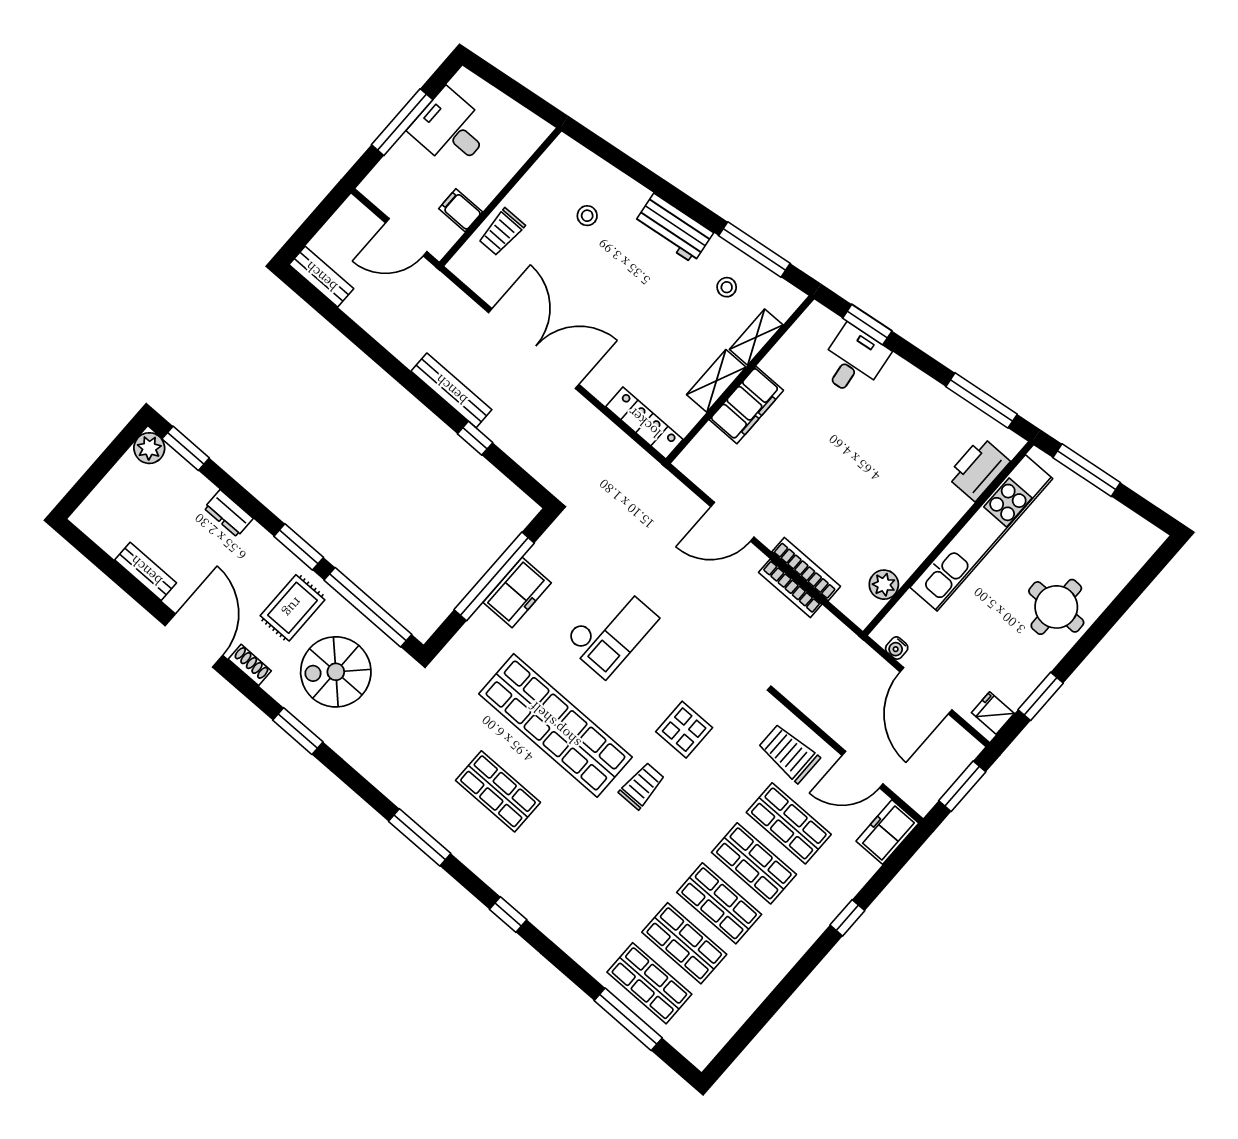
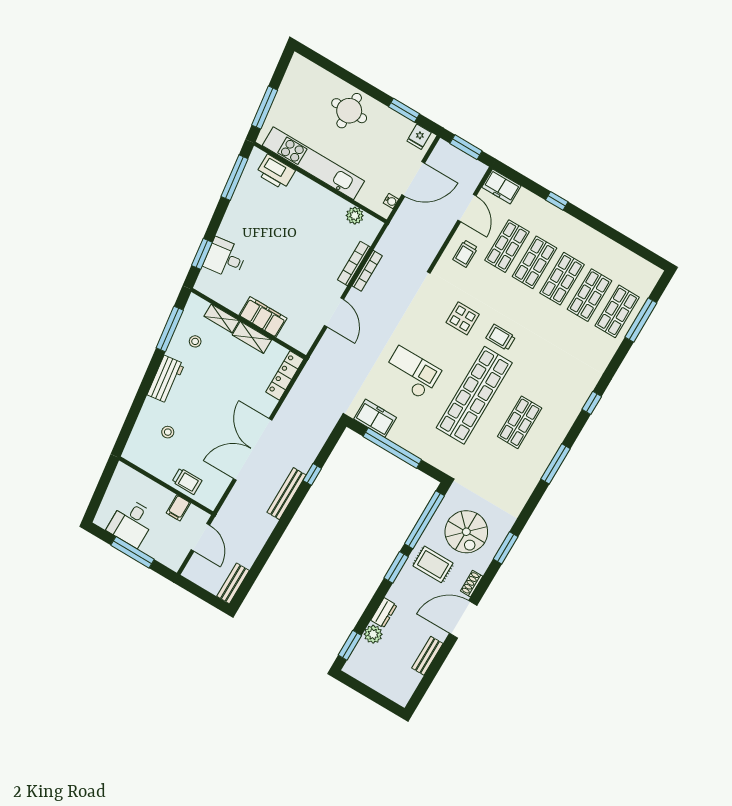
plant: (149, 448) -> (373, 634), moved
freezer: (517, 593) -> (375, 418), moved
trolley: (789, 753) -> (465, 254), width x0.73, depth x0.72

